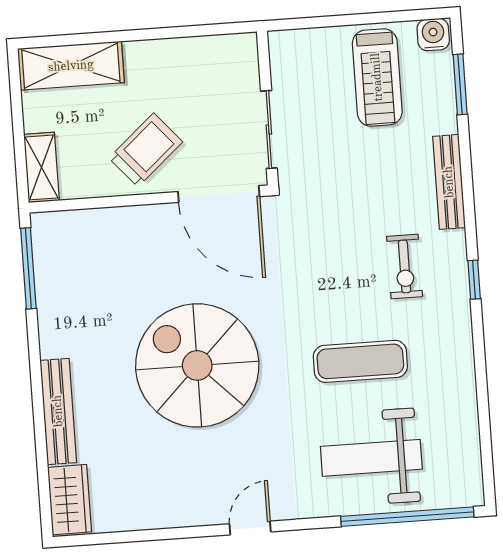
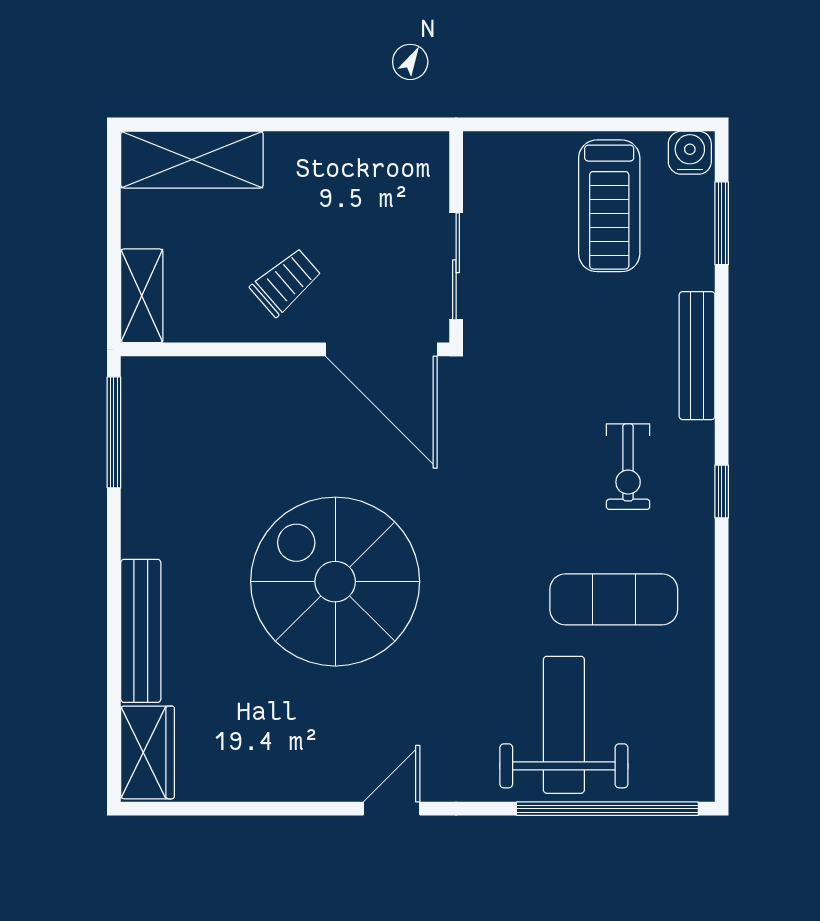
trolley: (146, 150) -> (286, 282), width x0.73, depth x0.72
exercise mat: (360, 361) -> (614, 599), moved
weight bench: (371, 458) -> (564, 725), turned 90

